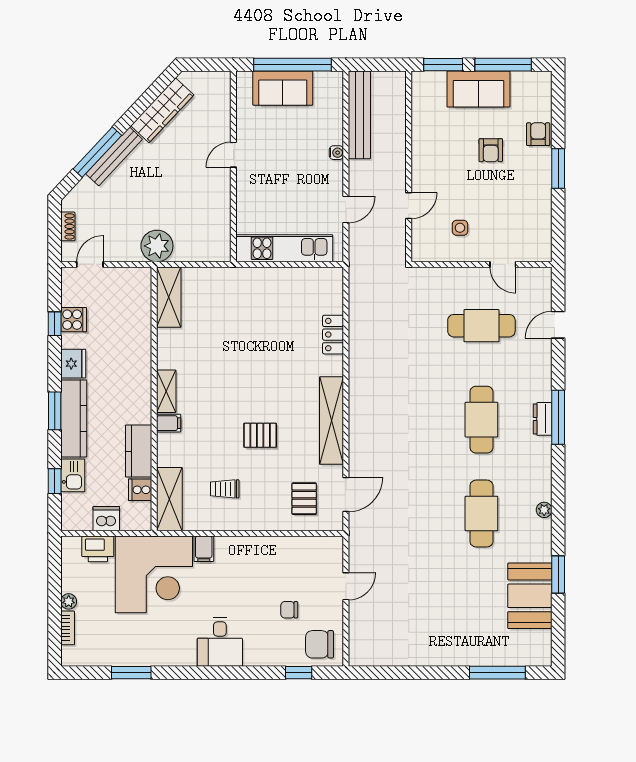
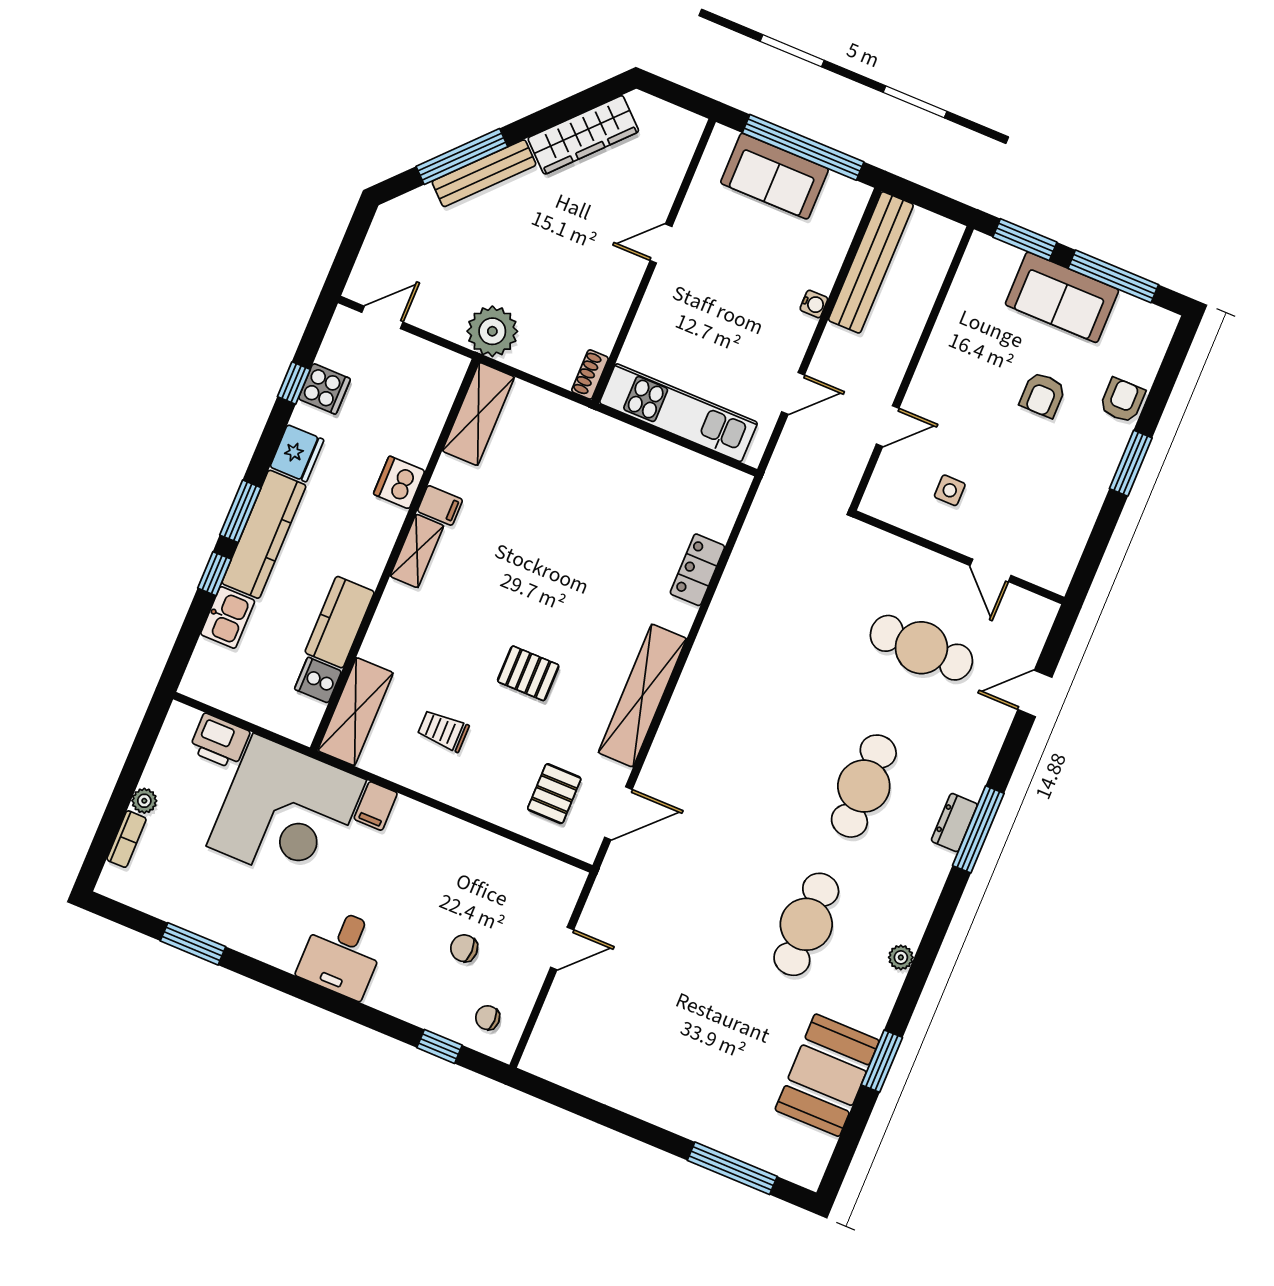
shoe rack: (68, 226) -> (590, 374), moved, turned 180
filing cabinet: (169, 423) -> (440, 505), moved
window: (55, 481) -> (214, 574), moved
dishwasher: (106, 519) -> (399, 482), moved, turned -90
chair: (320, 644) -> (488, 1018), width x0.54, depth x0.54

